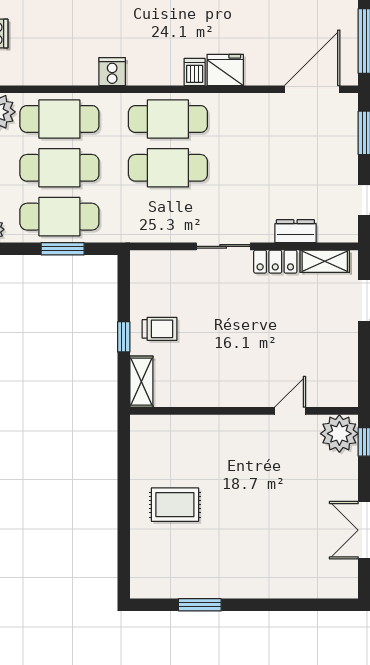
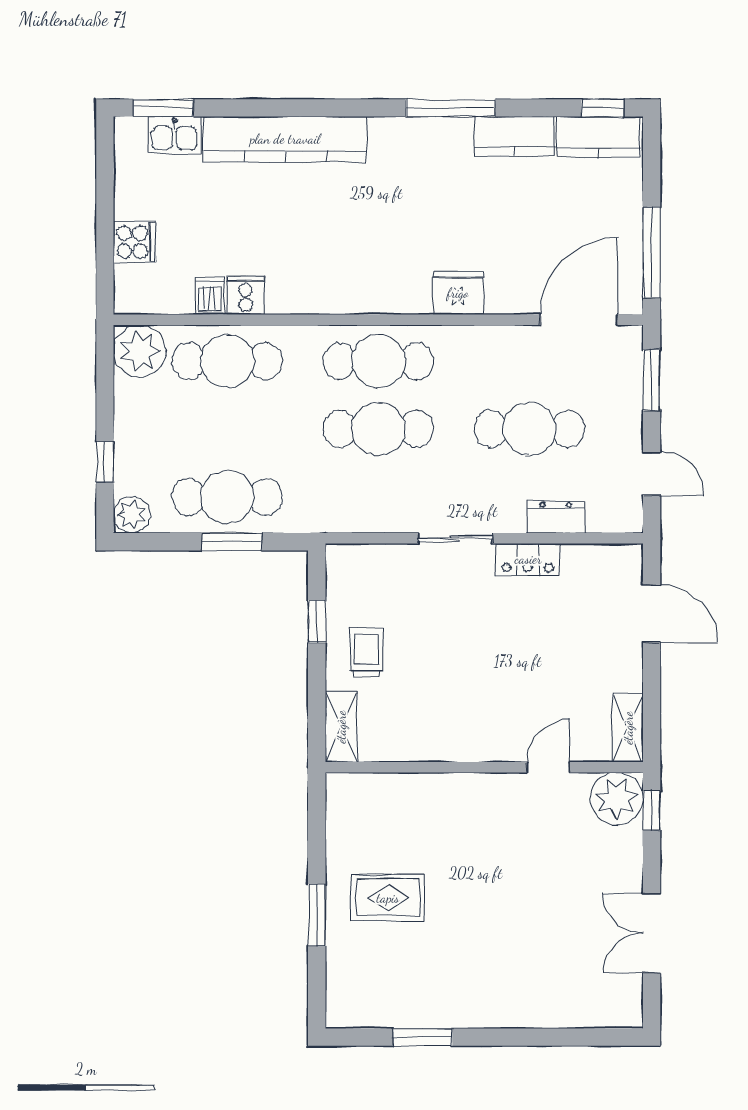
cooker: (112, 72) -> (246, 295), moved
dishwasher: (195, 72) -> (210, 296), moved
cafe table: (59, 168) -> (529, 429), moved
shelving: (325, 261) -> (628, 728), moved, turned 90
trolley: (160, 329) -> (367, 653), turned -90
window: (124, 337) -> (317, 621), moved
window: (124, 517) -> (317, 915), added

